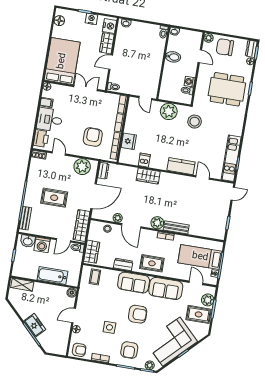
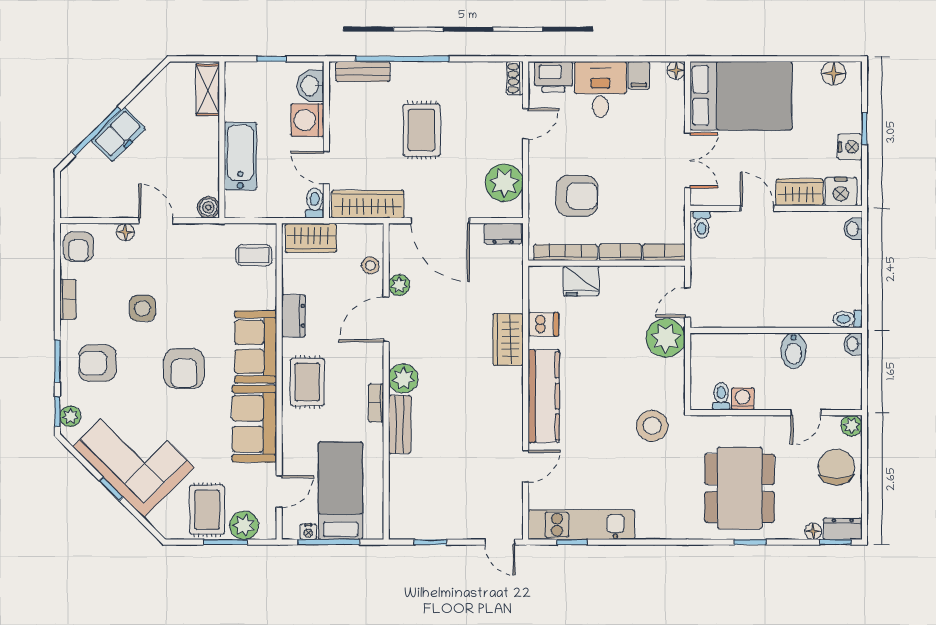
plant: (169, 111) -> (666, 338), moved
kitchen counter: (181, 166) -> (544, 396), width x1.50

